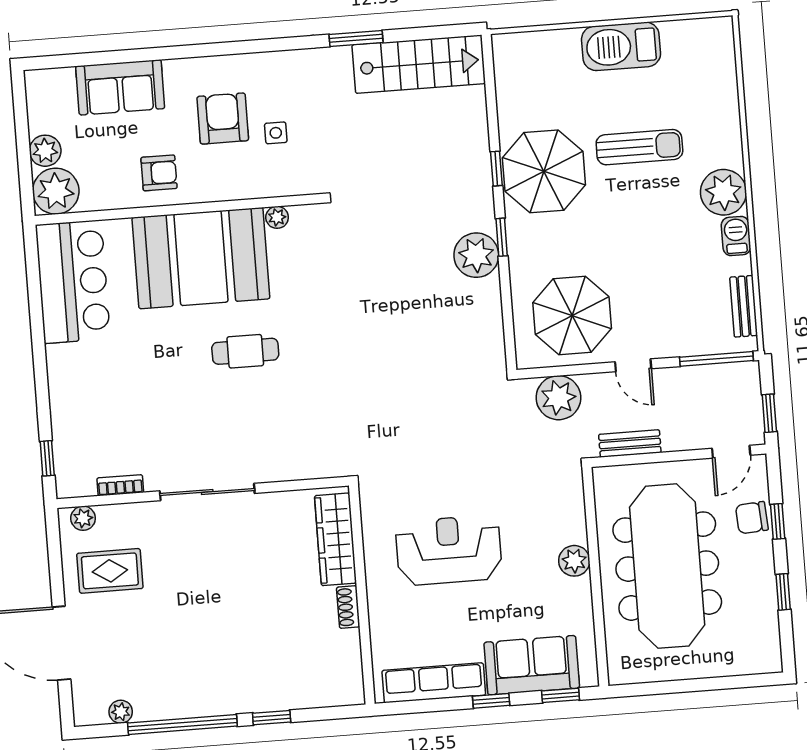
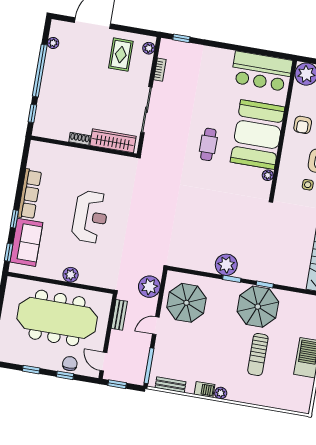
plant: (723, 192) -> (221, 393), width x0.53, depth x0.53
wardrobe: (336, 539) -> (113, 141), moved
wall: (362, 595) -> (84, 147), moved
shoe rack: (348, 607) -> (80, 139), moved

